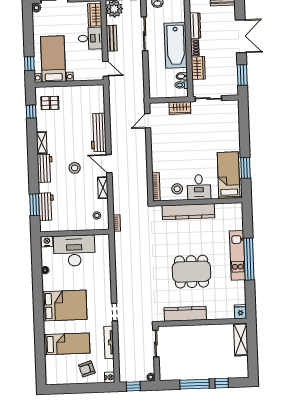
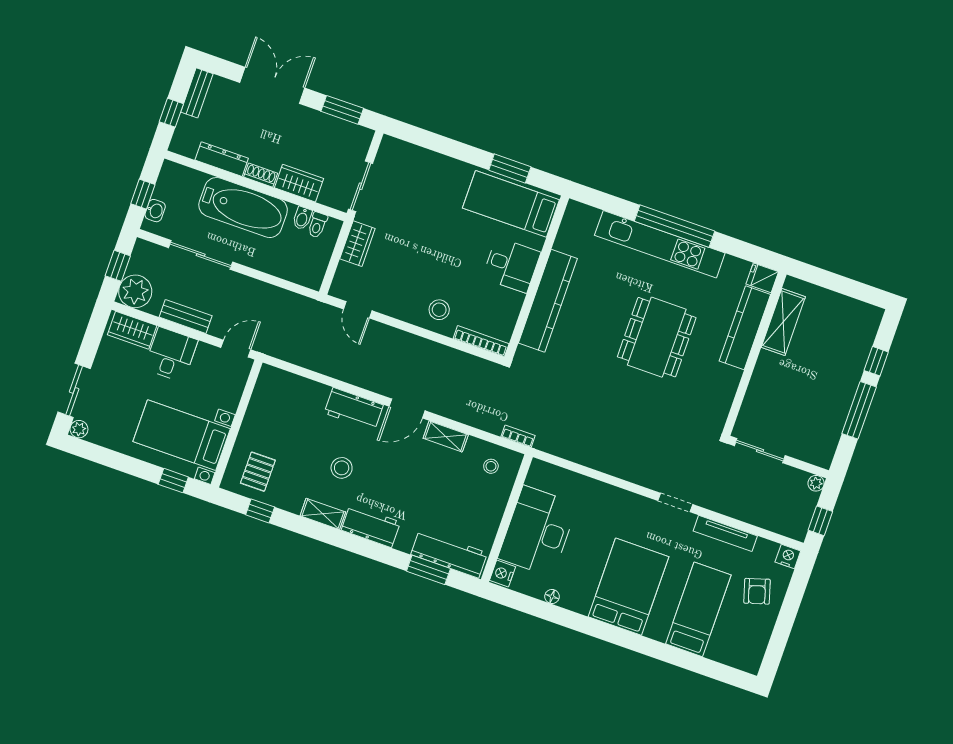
workbench: (98, 132) -> (354, 409), width x0.73
stool: (75, 168) -> (342, 468), moved
stool: (177, 189) -> (439, 310), moved
workbench: (46, 207) -> (449, 554), width x1.38
kitchen unit: (237, 255) -> (660, 244), width x1.36
kitchen counter: (185, 314) -> (745, 328), moved
shelving: (241, 340) -> (783, 322), moved, turned 90

